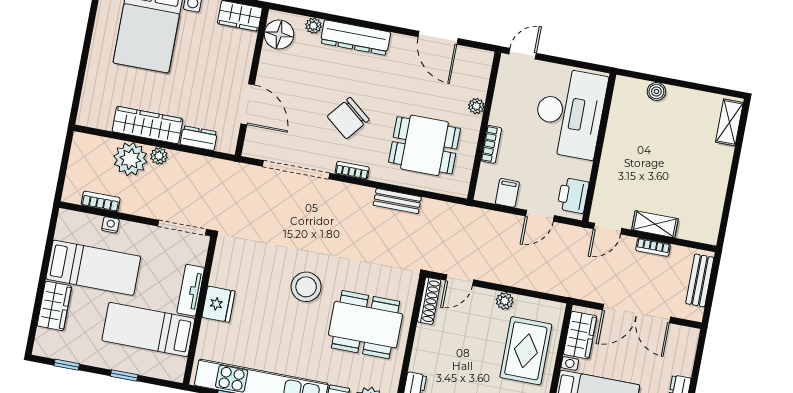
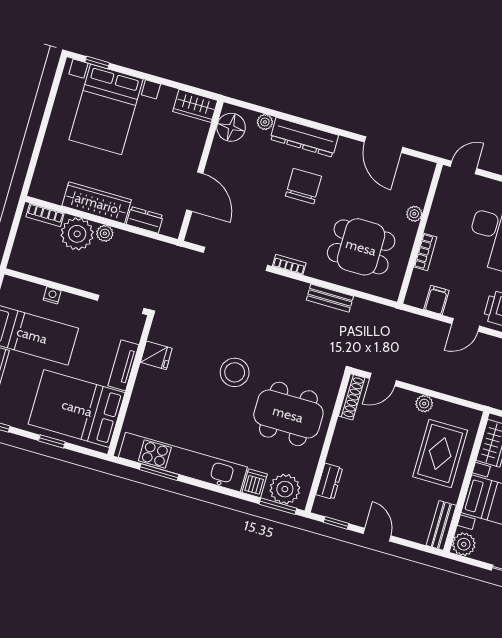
chair: (348, 118) -> (304, 186), moved, turned 141
bookcase: (101, 201) -> (45, 215), moved, turned 180
fridge: (218, 304) -> (156, 355), moved, width x0.72
bed: (148, 329) -> (77, 408), width x1.50

